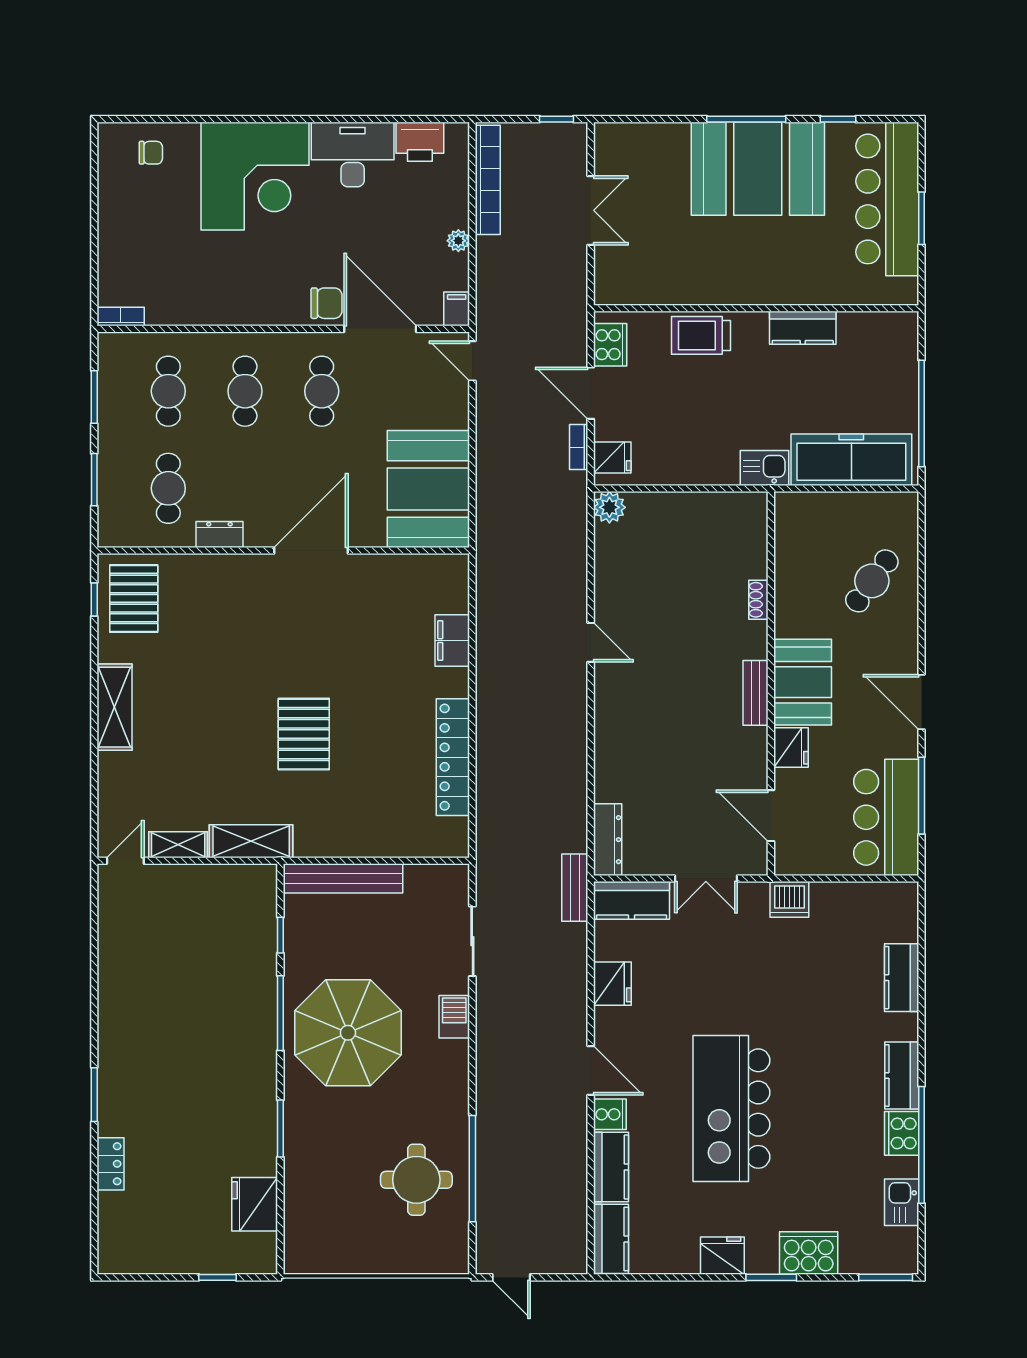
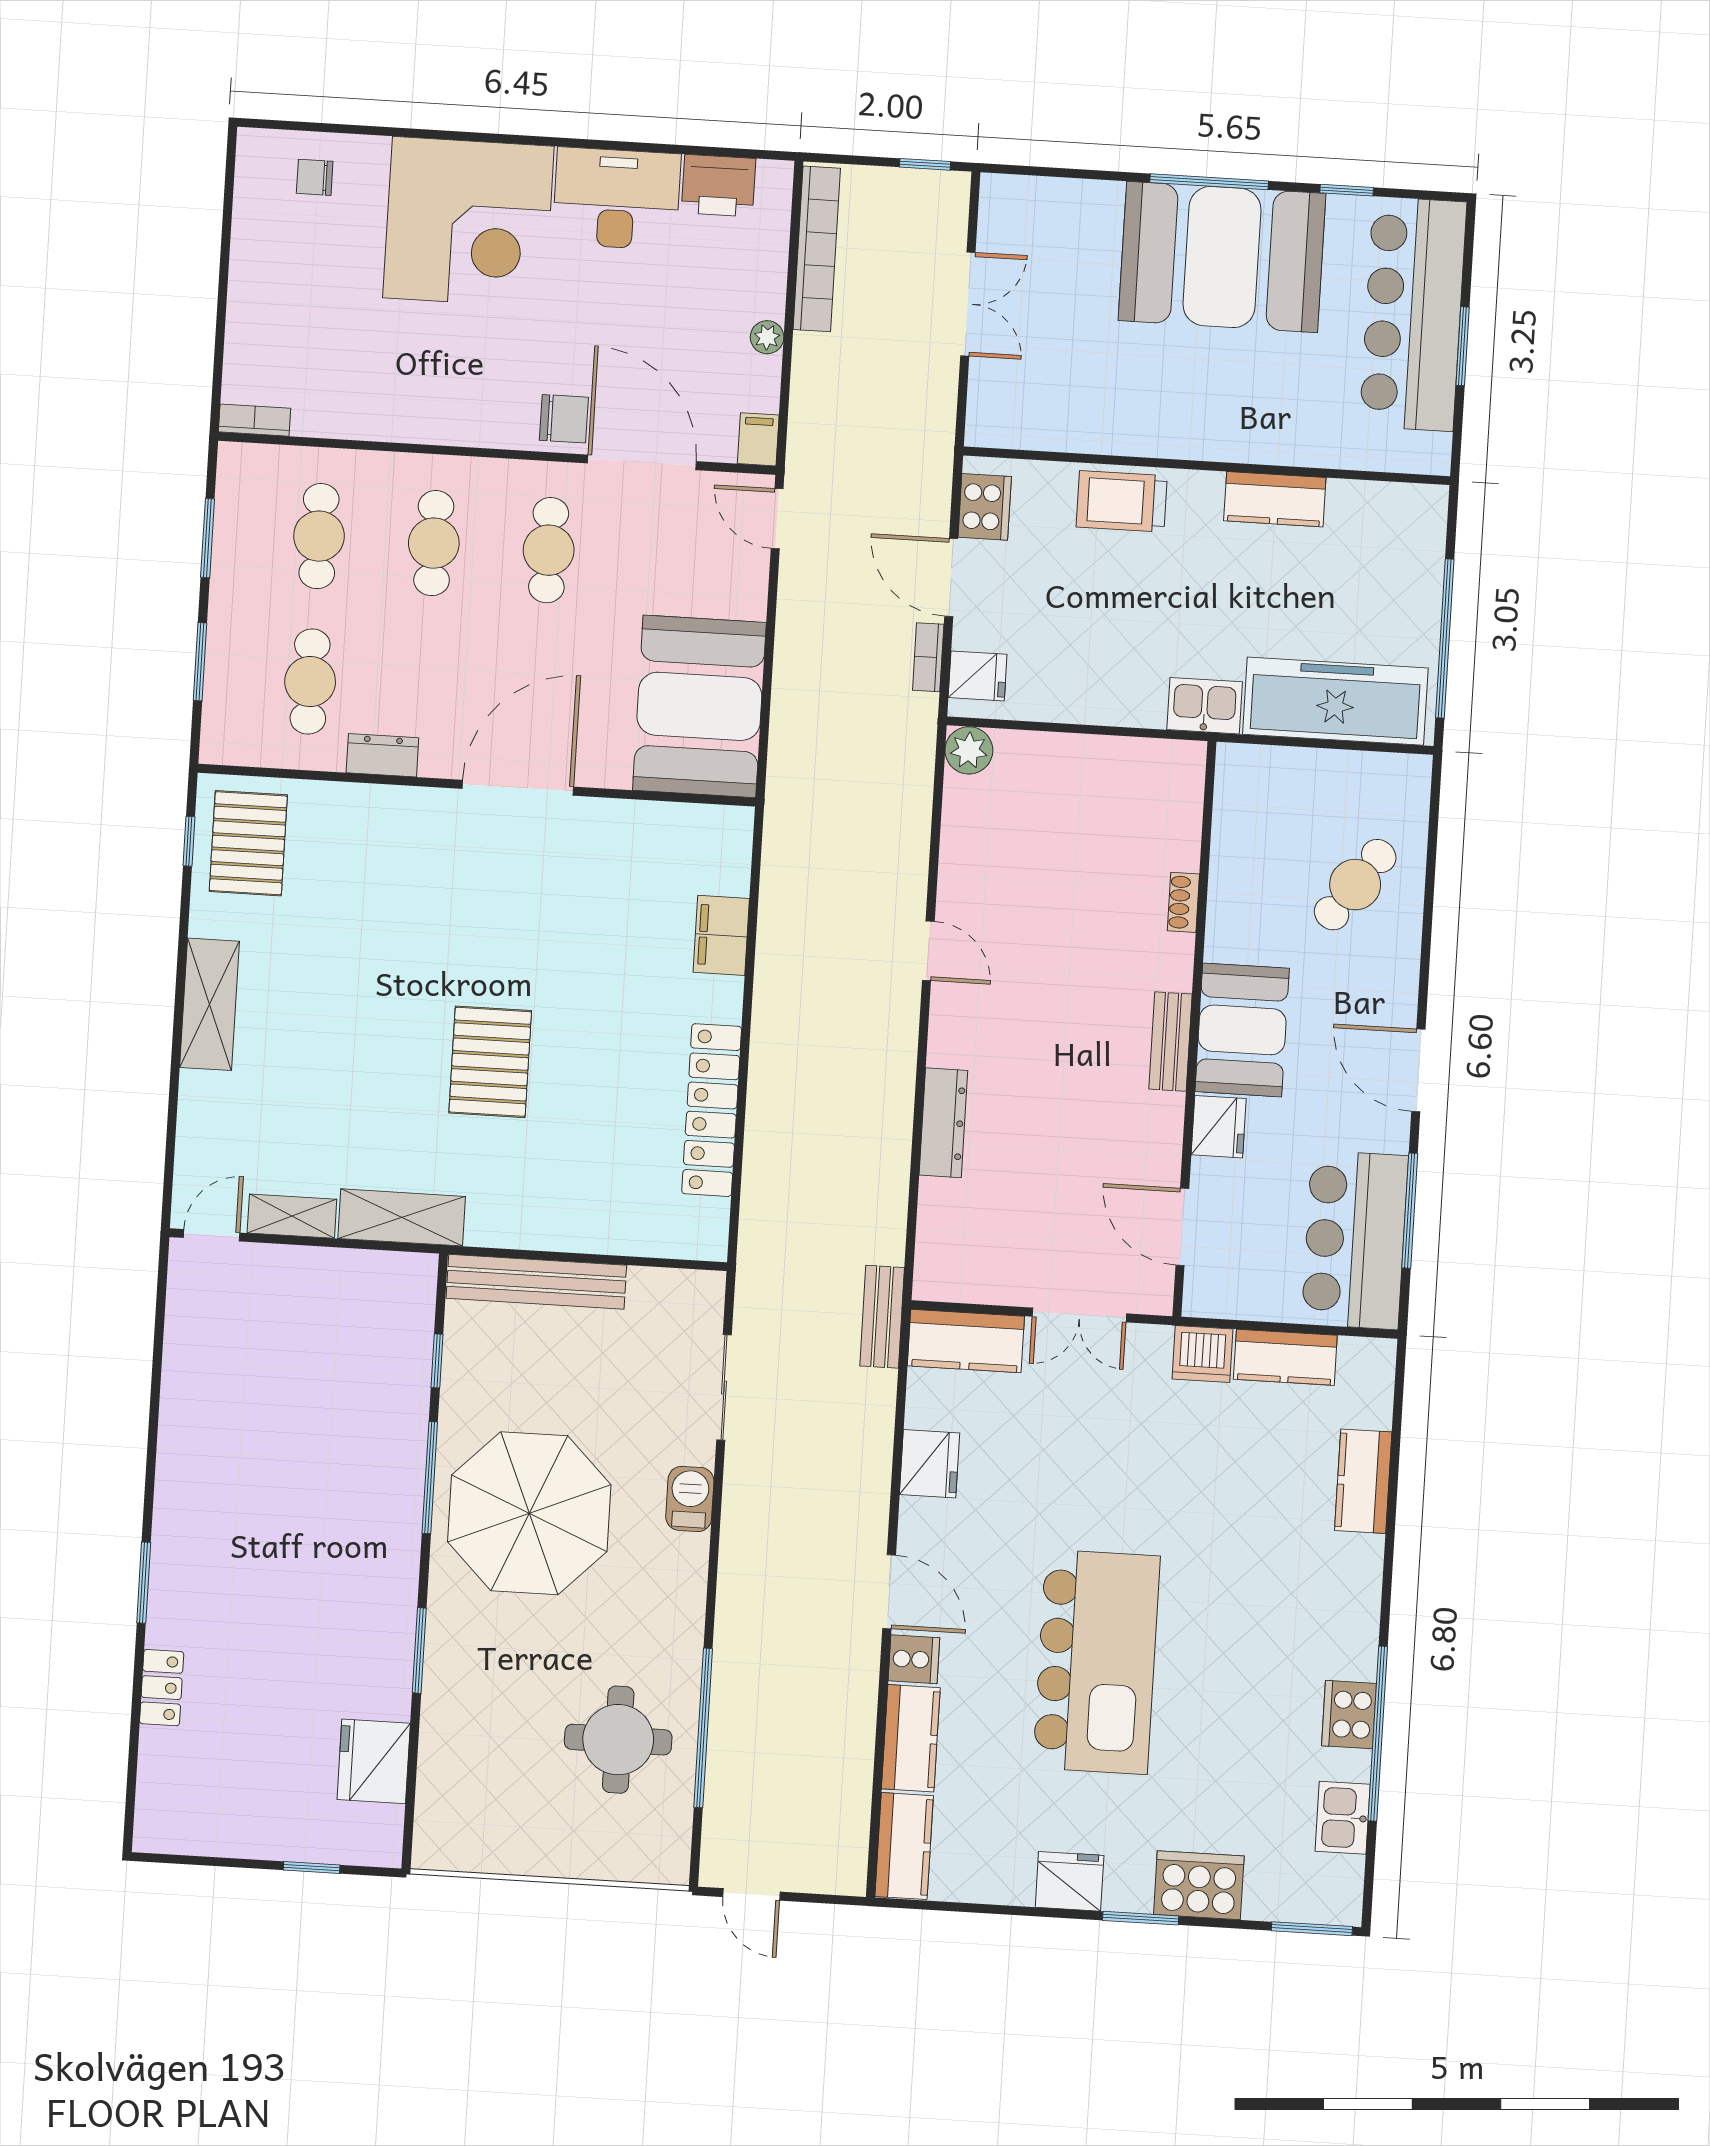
chair: (151, 153) -> (315, 177), turned 180
dresser: (608, 840) -> (943, 1123), moved
kitchen counter: (902, 1075) -> (1285, 1357), moved, turned -90
kitchen island: (731, 1109) -> (1096, 1662), turned 180

